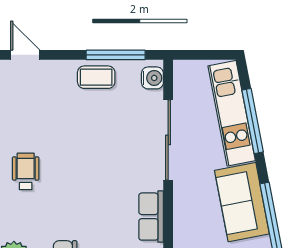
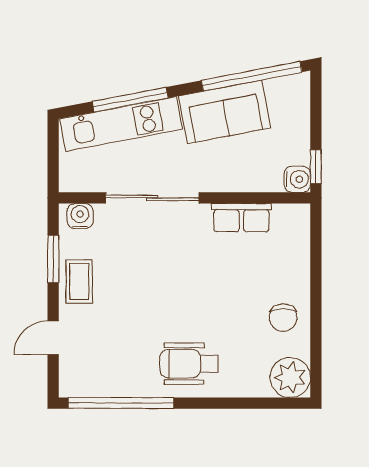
door: (25, 55) -> (53, 338), moved
window: (116, 55) -> (53, 259), width x0.69
wheelchair: (26, 171) -> (189, 364), width x1.36, depth x1.37

